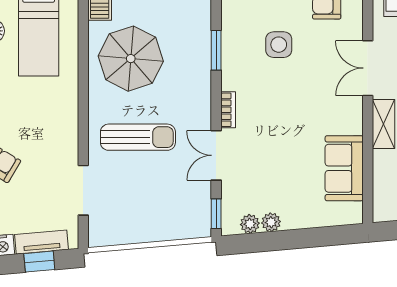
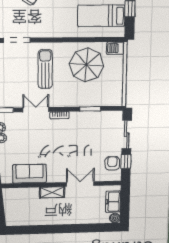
side table: (279, 45) -> (93, 140), removed
sun lounger: (138, 137) -> (45, 69), turned 180

